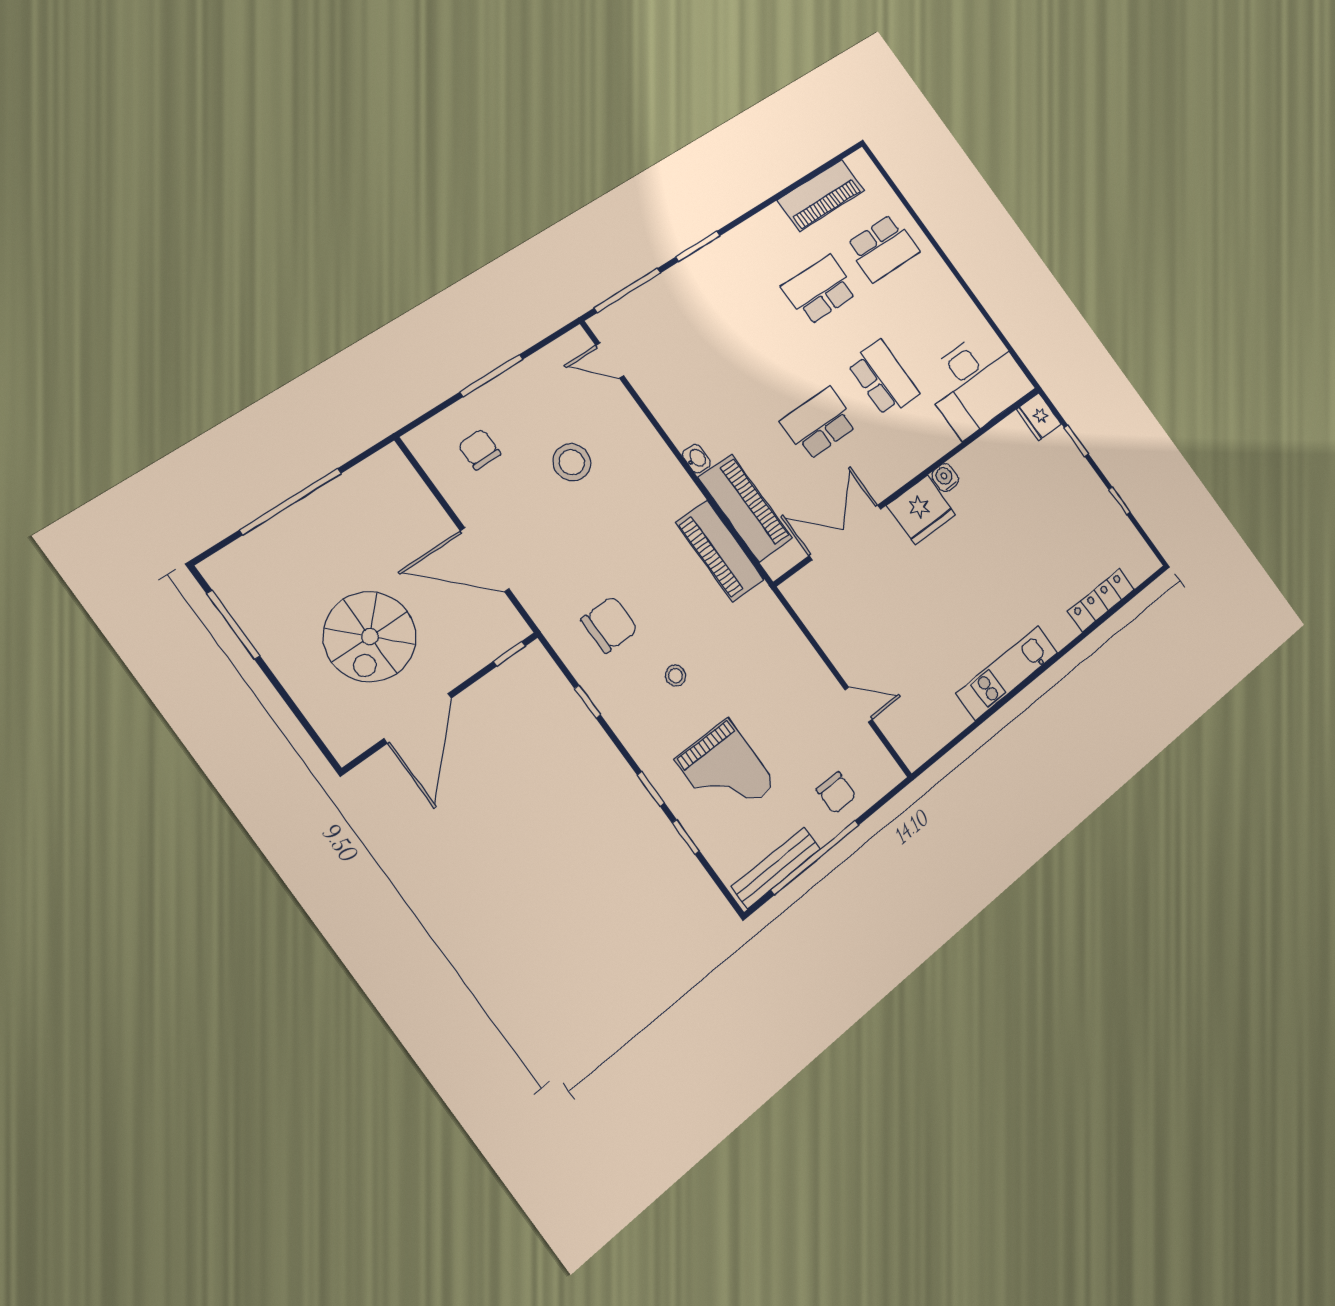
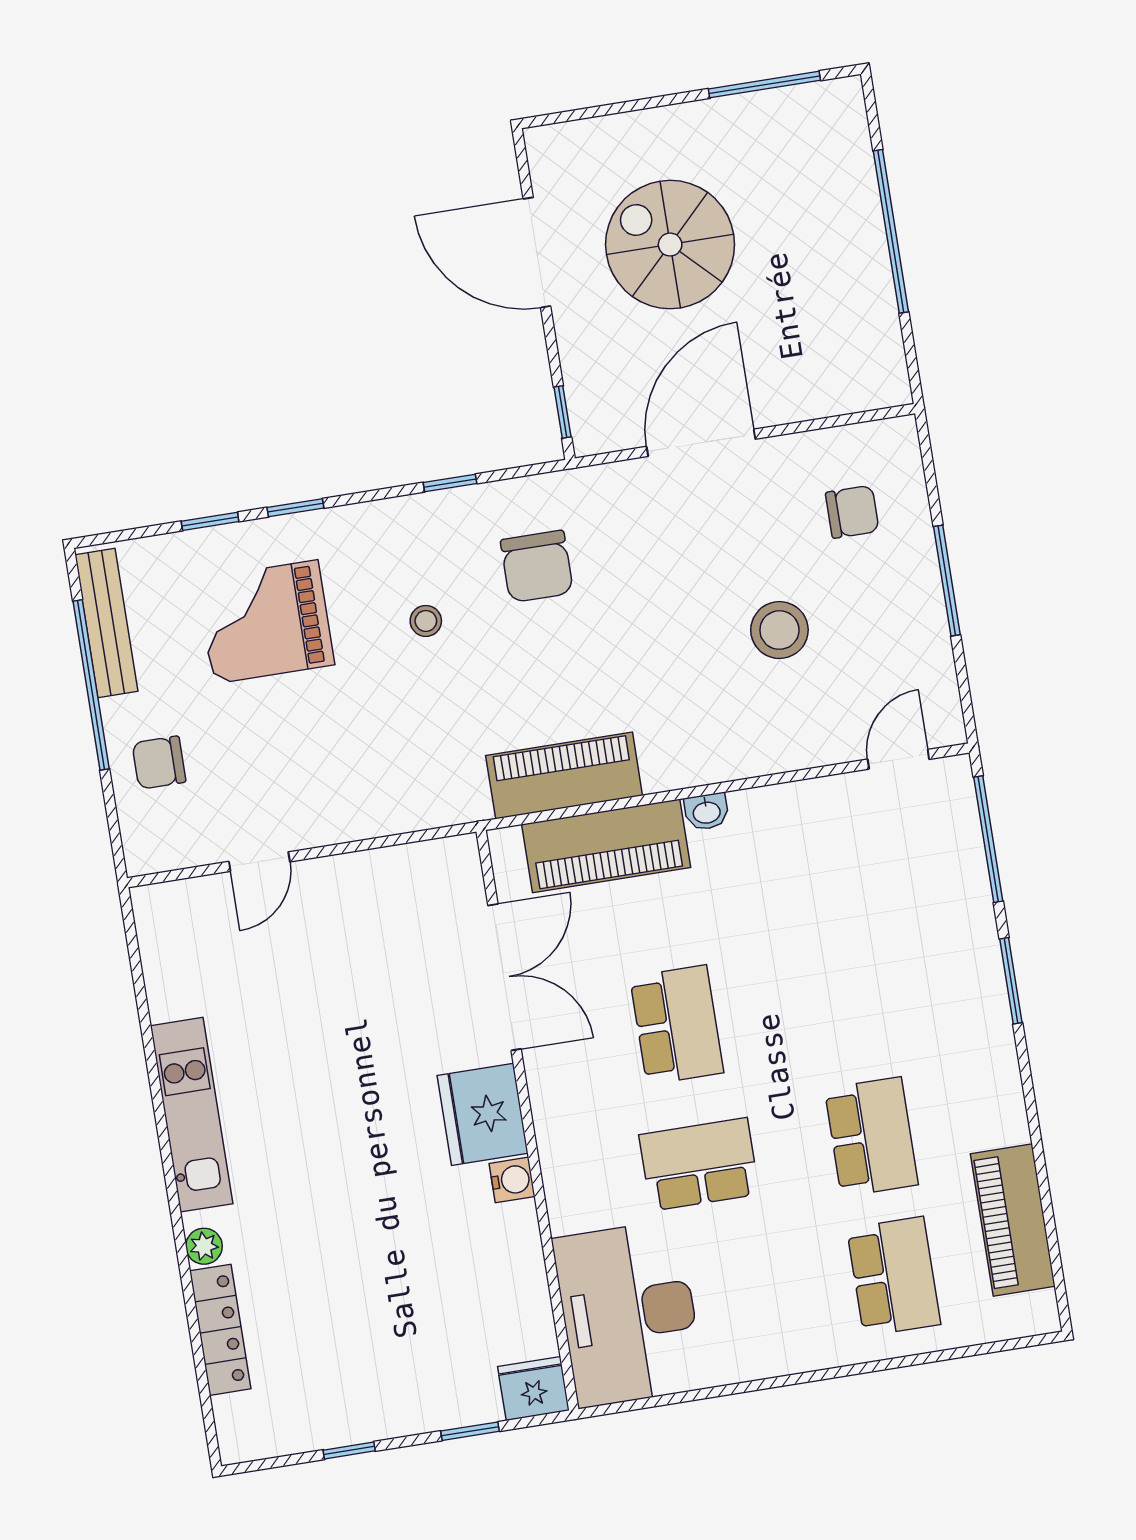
school desk: (883, 248) -> (894, 1276), turned 180
school desk: (883, 378) -> (699, 1164), turned 180
plant: (1067, 631) -> (204, 1246), added

